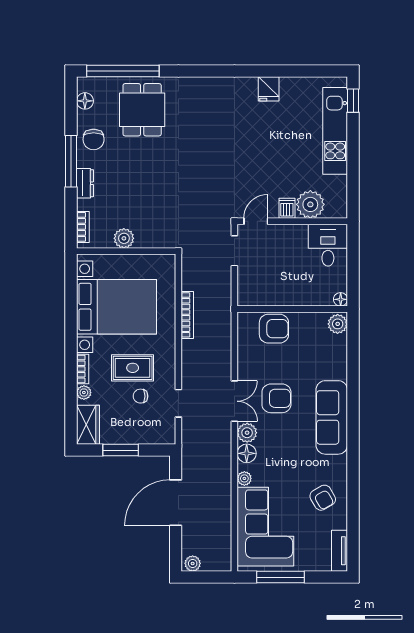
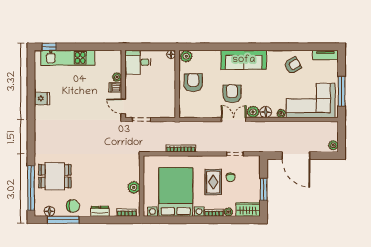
window: (71, 161) -> (63, 220), moved
plant: (310, 204) -> (117, 77), width x0.53, depth x0.53
armchair: (274, 329) -> (193, 83), moved

